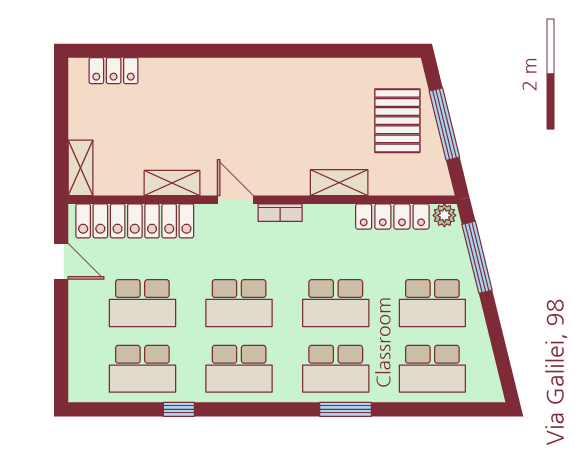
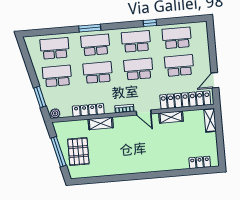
locker: (392, 216) -> (88, 110), moved
window: (477, 257) -> (40, 97), width x0.69
door: (61, 261) -> (215, 80), hinge flipped
window: (179, 409) -> (150, 23), moved

